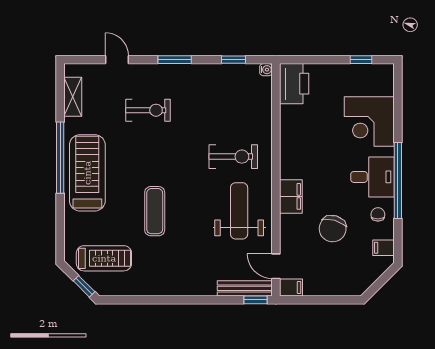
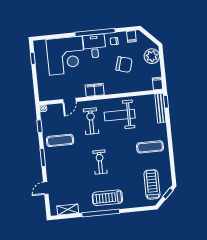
printer: (294, 84) -> (49, 93), removed
exercise mat: (203, 95) -> (60, 140), added
exercise bike: (148, 110) -> (100, 162), moved
corner desk: (369, 122) -> (66, 56), width x1.36, depth x1.36
treadmill: (87, 173) -> (107, 198), width x0.73, depth x0.73
filing cabinet: (291, 196) -> (95, 90), moved
exercise mat: (155, 211) -> (150, 147), moved
door: (276, 266) -> (69, 100), moved
plant: (343, 282) -> (152, 56), added

